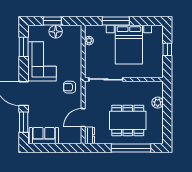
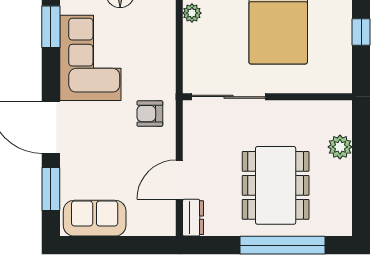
dining table: (128, 120) -> (276, 185), turned 90

